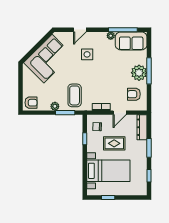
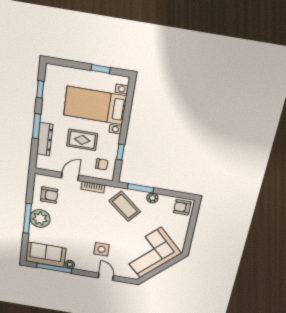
door: (80, 30) -> (106, 277), hinge flipped
coffee table: (75, 95) -> (125, 206), turned -50
dresser: (142, 127) -> (45, 139), moved

